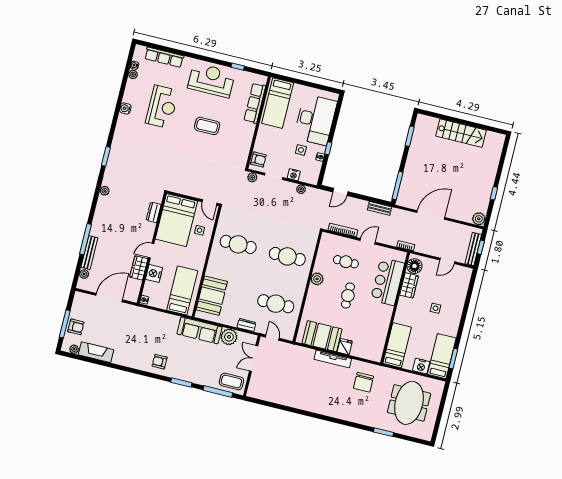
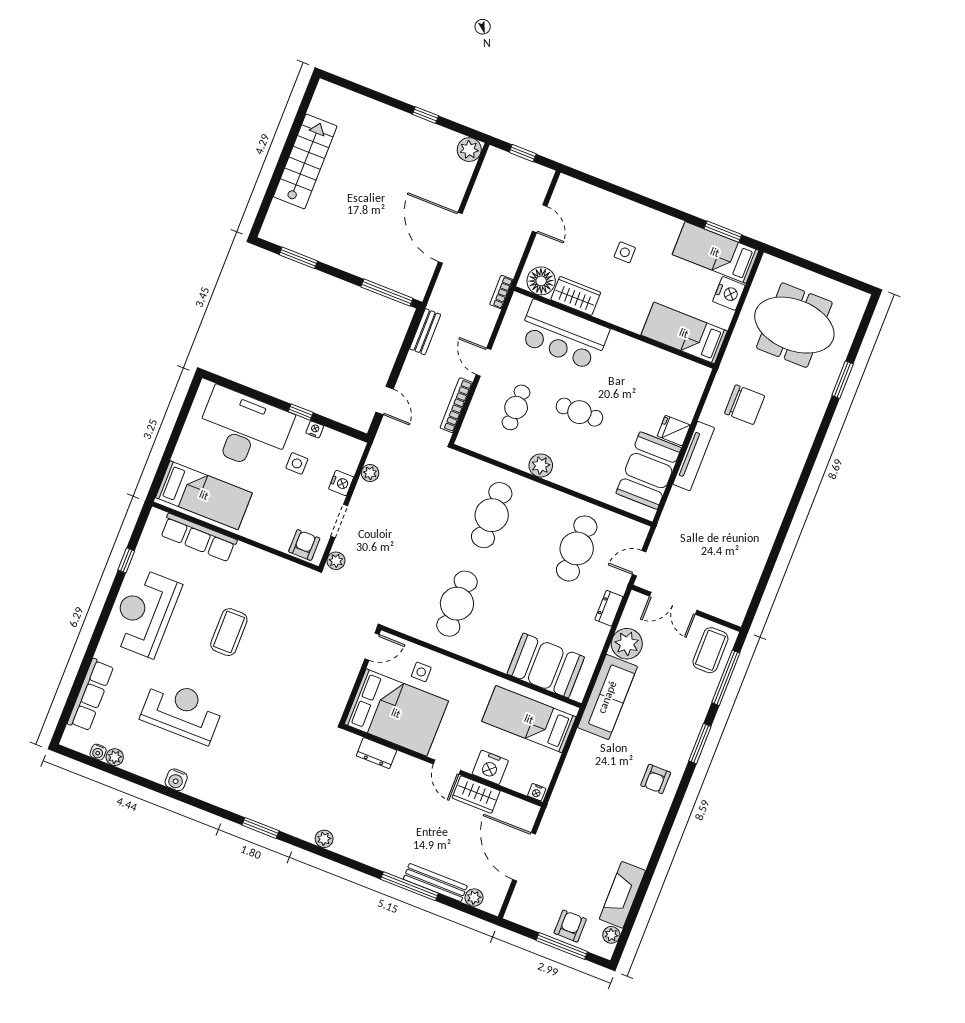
bench: (473, 249) -> (524, 167), removed

